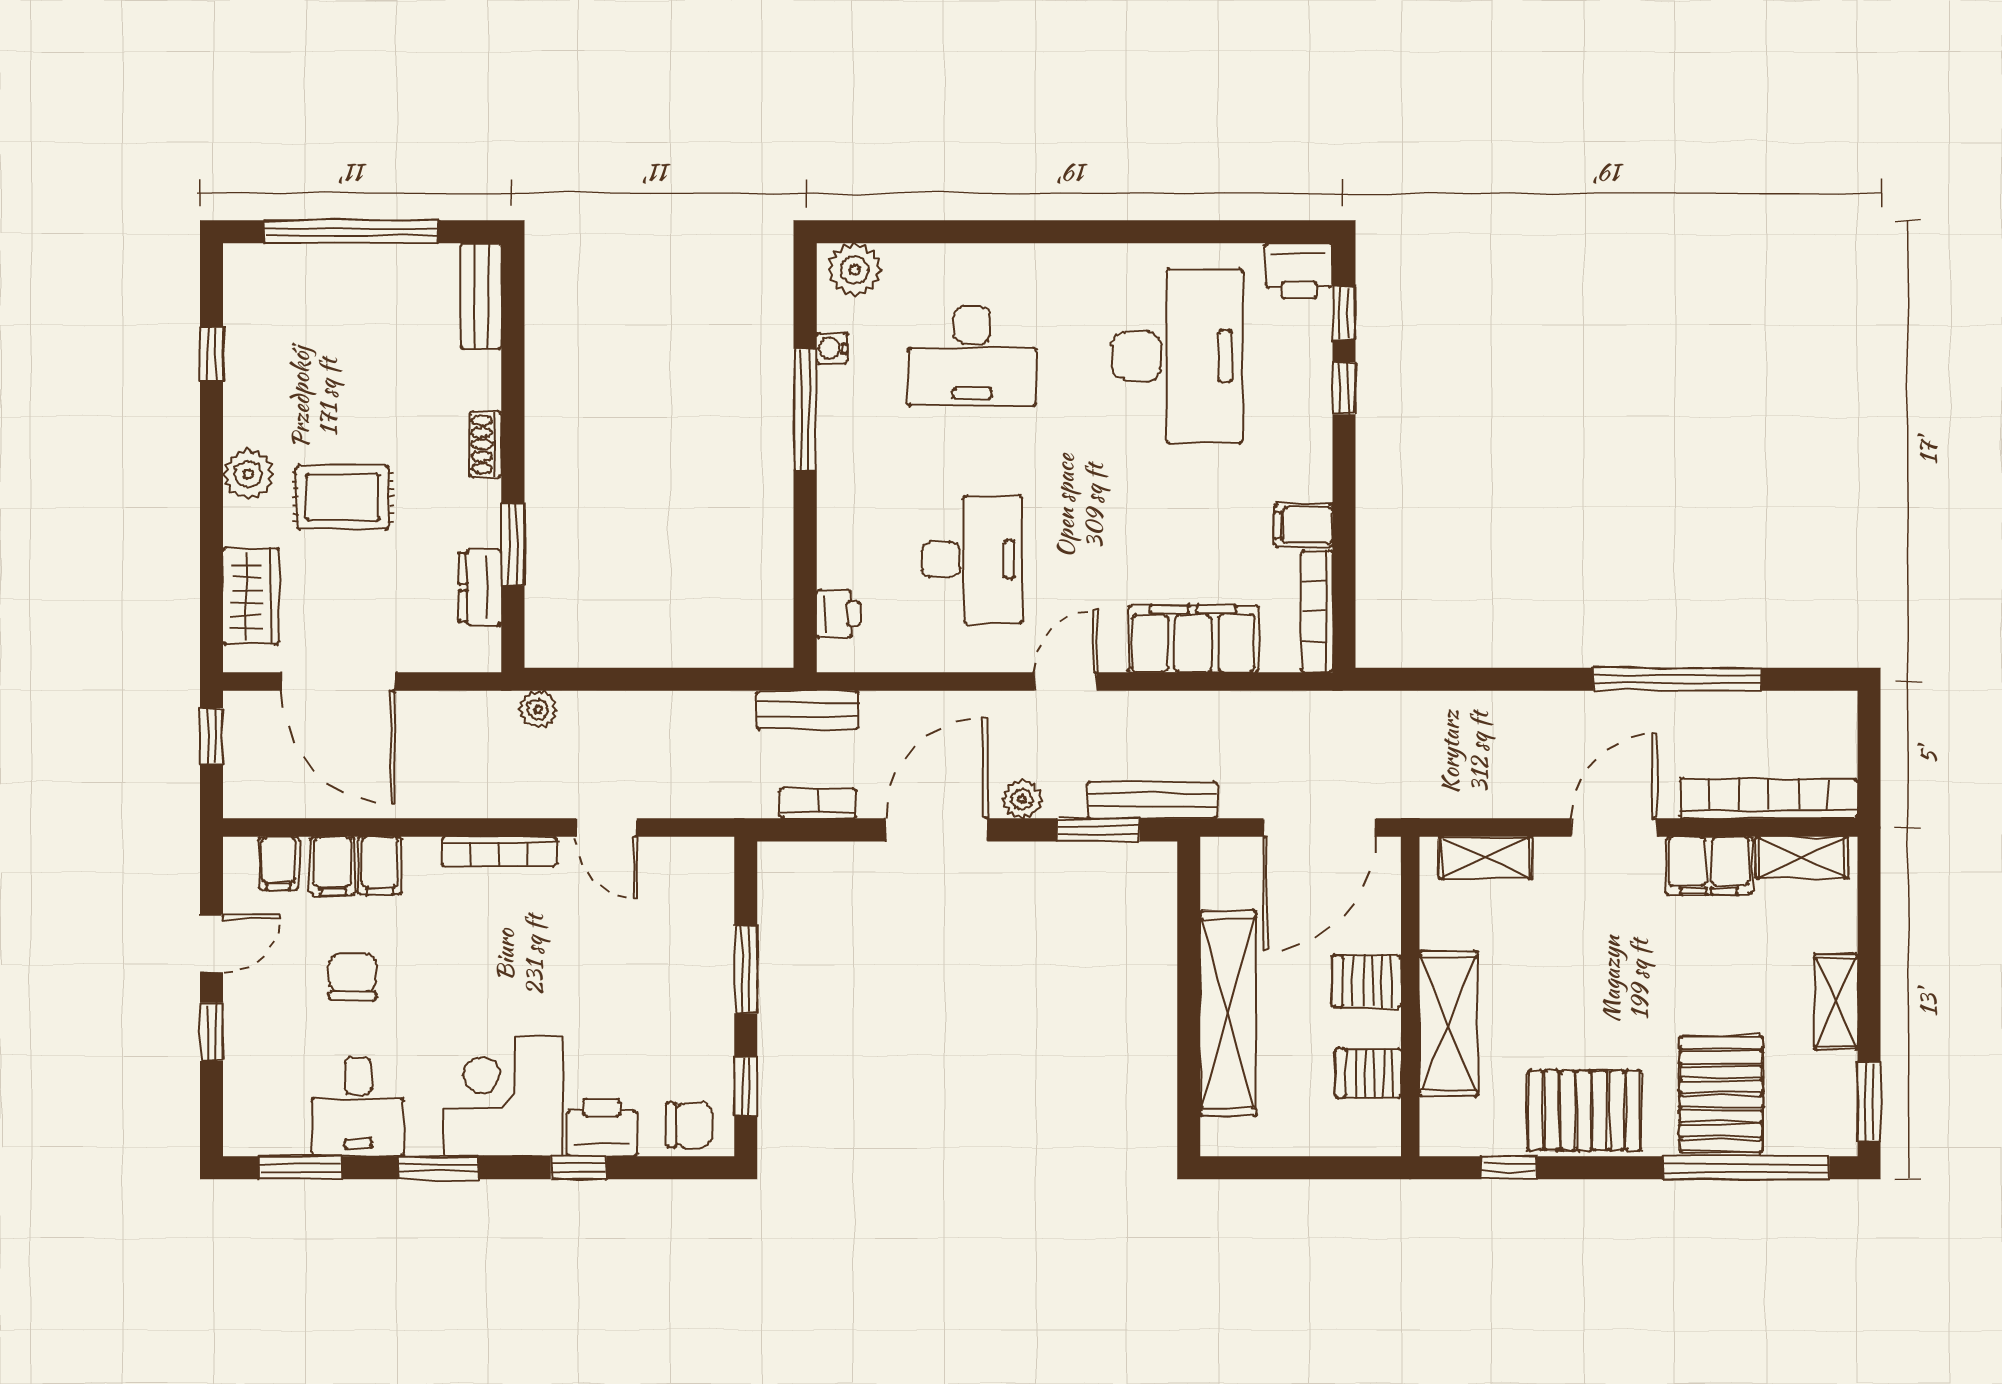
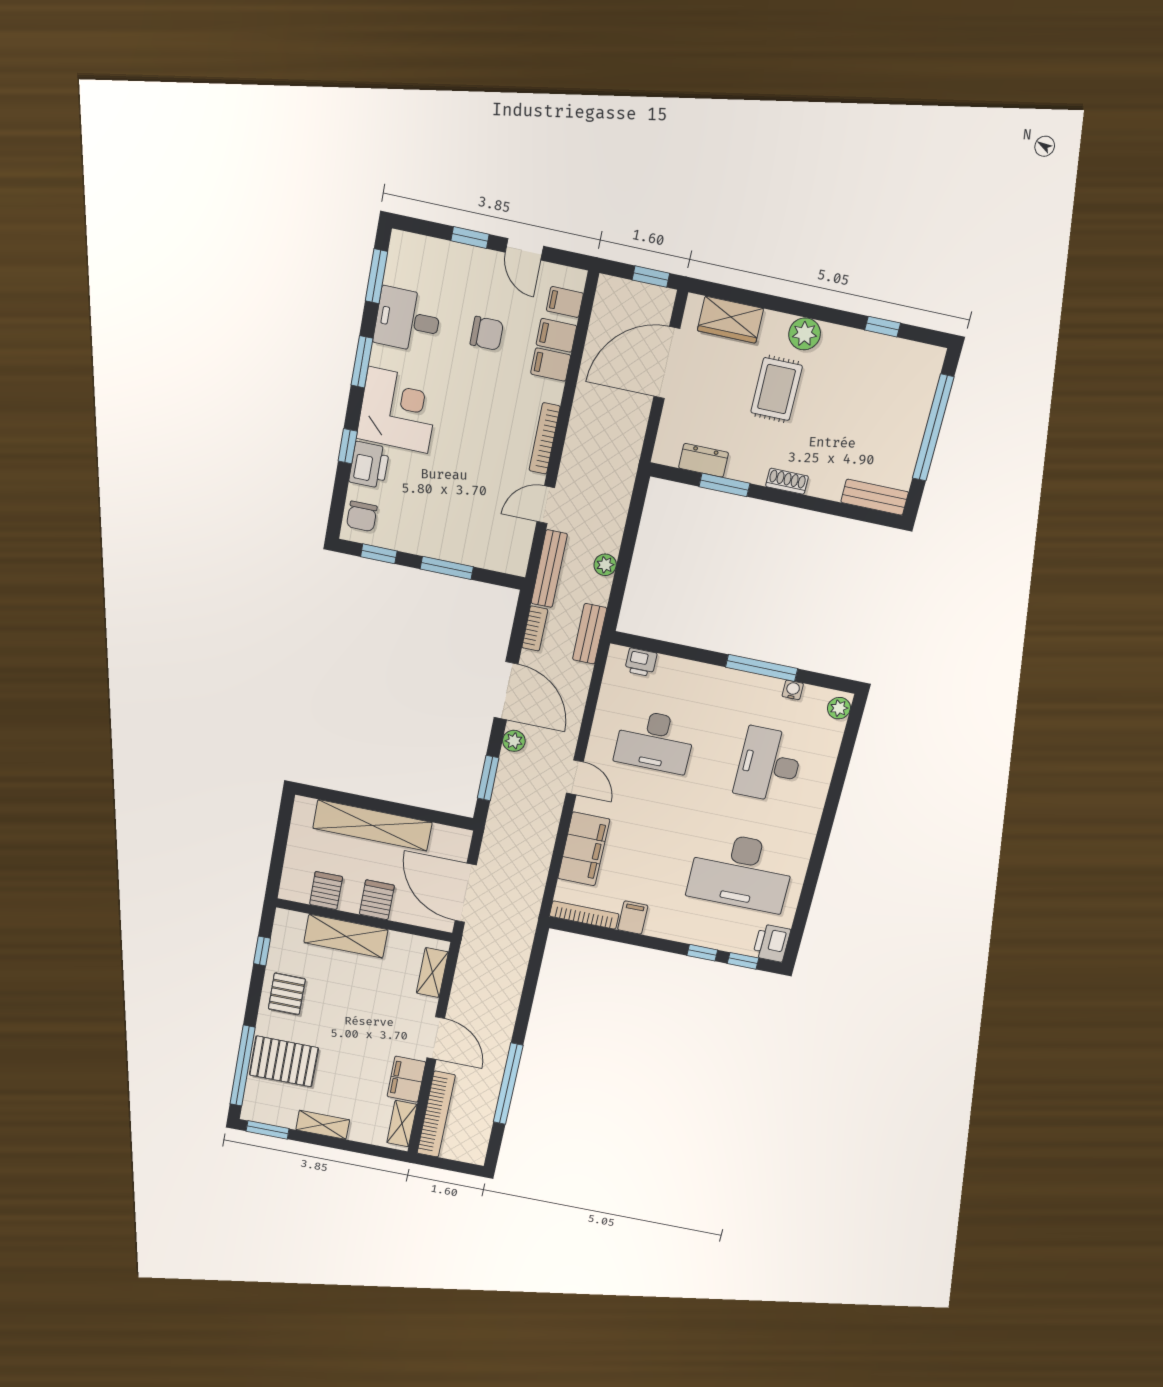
plant: (854, 270) -> (839, 708), width x0.73, depth x0.73
plant: (538, 709) -> (605, 565), moved
bench: (1152, 800) -> (549, 569), moved
pallet: (1584, 1110) -> (287, 994), width x0.67, depth x0.71

